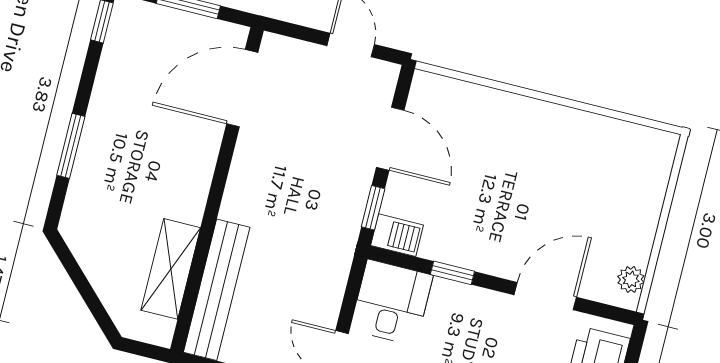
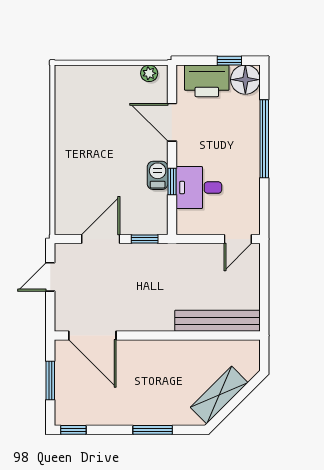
barbecue: (397, 235) -> (158, 175), moved
shelving: (171, 269) -> (219, 395), moved, turned -45
desk: (391, 302) -> (199, 188), moved

